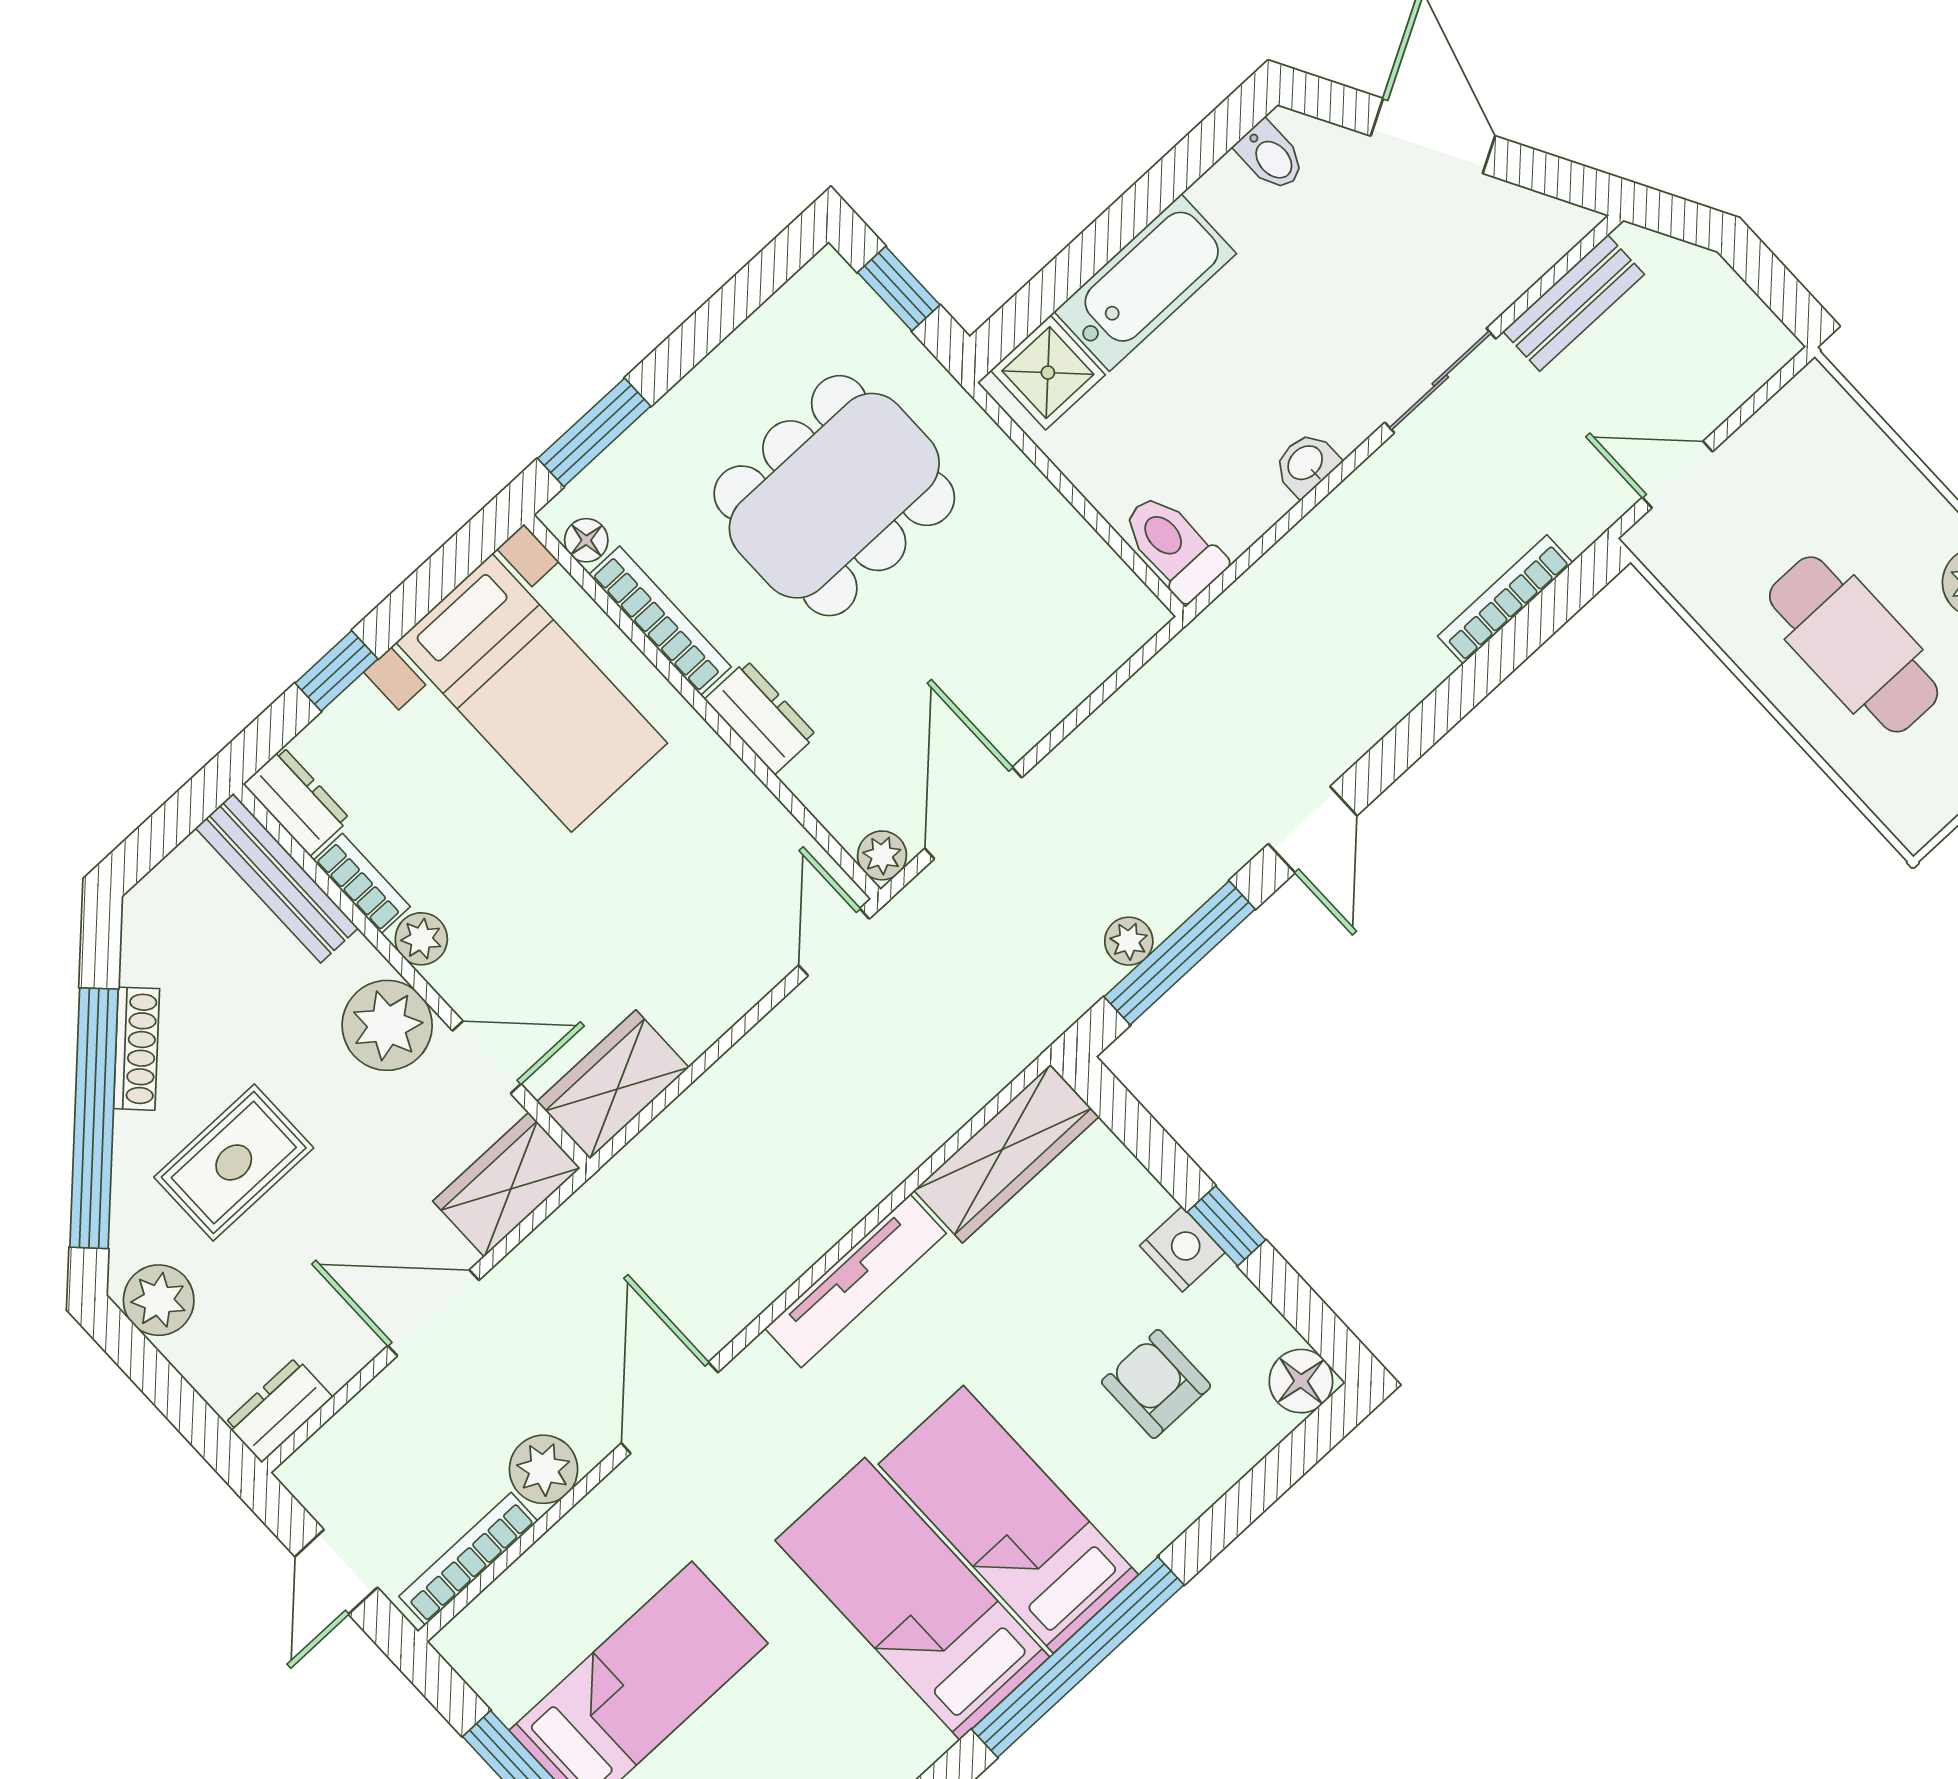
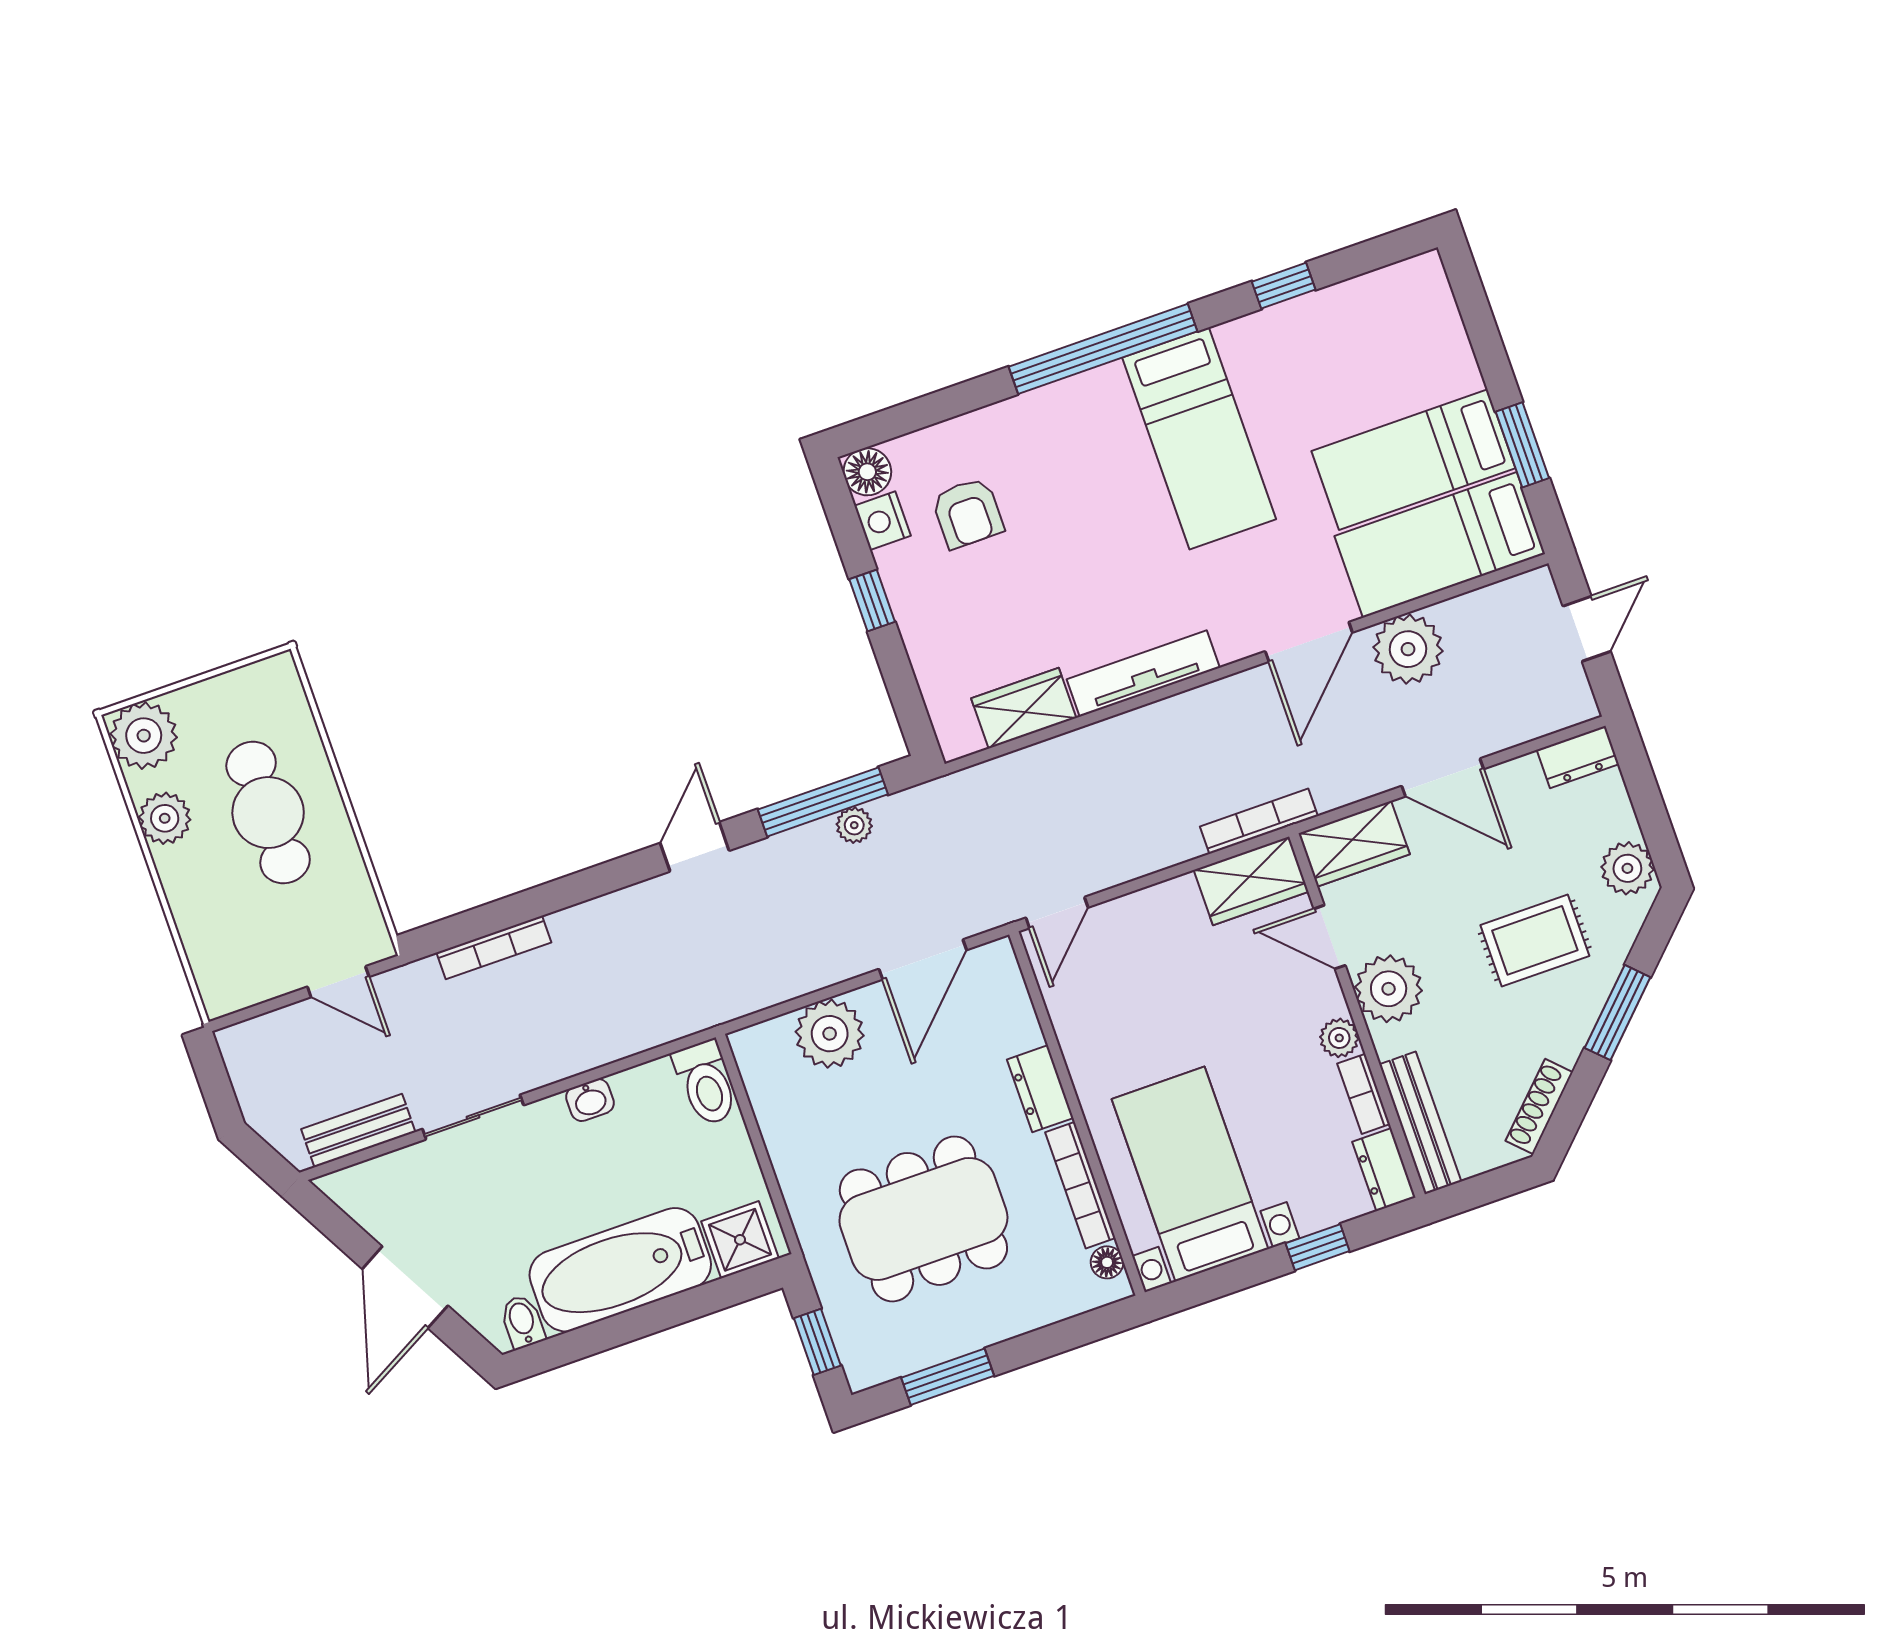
bathtub: (1145, 283) -> (620, 1270), width x1.36, depth x1.36
window: (594, 432) -> (948, 1377), moved
plant: (882, 855) -> (830, 1034), moved, width x1.87, depth x1.87
shoe rack: (136, 1049) -> (1539, 1107), moved
window: (94, 1118) -> (1618, 1013), width x0.47
wardrobe: (1006, 1154) -> (1024, 708), width x0.67
nightstand: (1182, 1249) -> (882, 521), moved
plant: (544, 1469) -> (1408, 649), width x1.36, depth x1.36
bed: (1008, 1519) -> (1440, 545), moved, turned 90
bookcase: (468, 1559) -> (1259, 821), moved, turned 180

